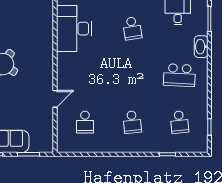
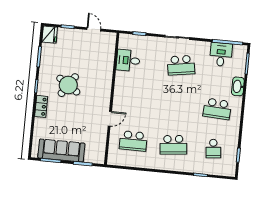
school desk: (132, 28) -> (181, 65), width x1.85
desk: (74, 29) -> (128, 60), width x0.53, depth x0.77
school desk: (85, 122) -> (133, 141), width x1.85
school desk: (132, 122) -> (173, 145), width x1.85

